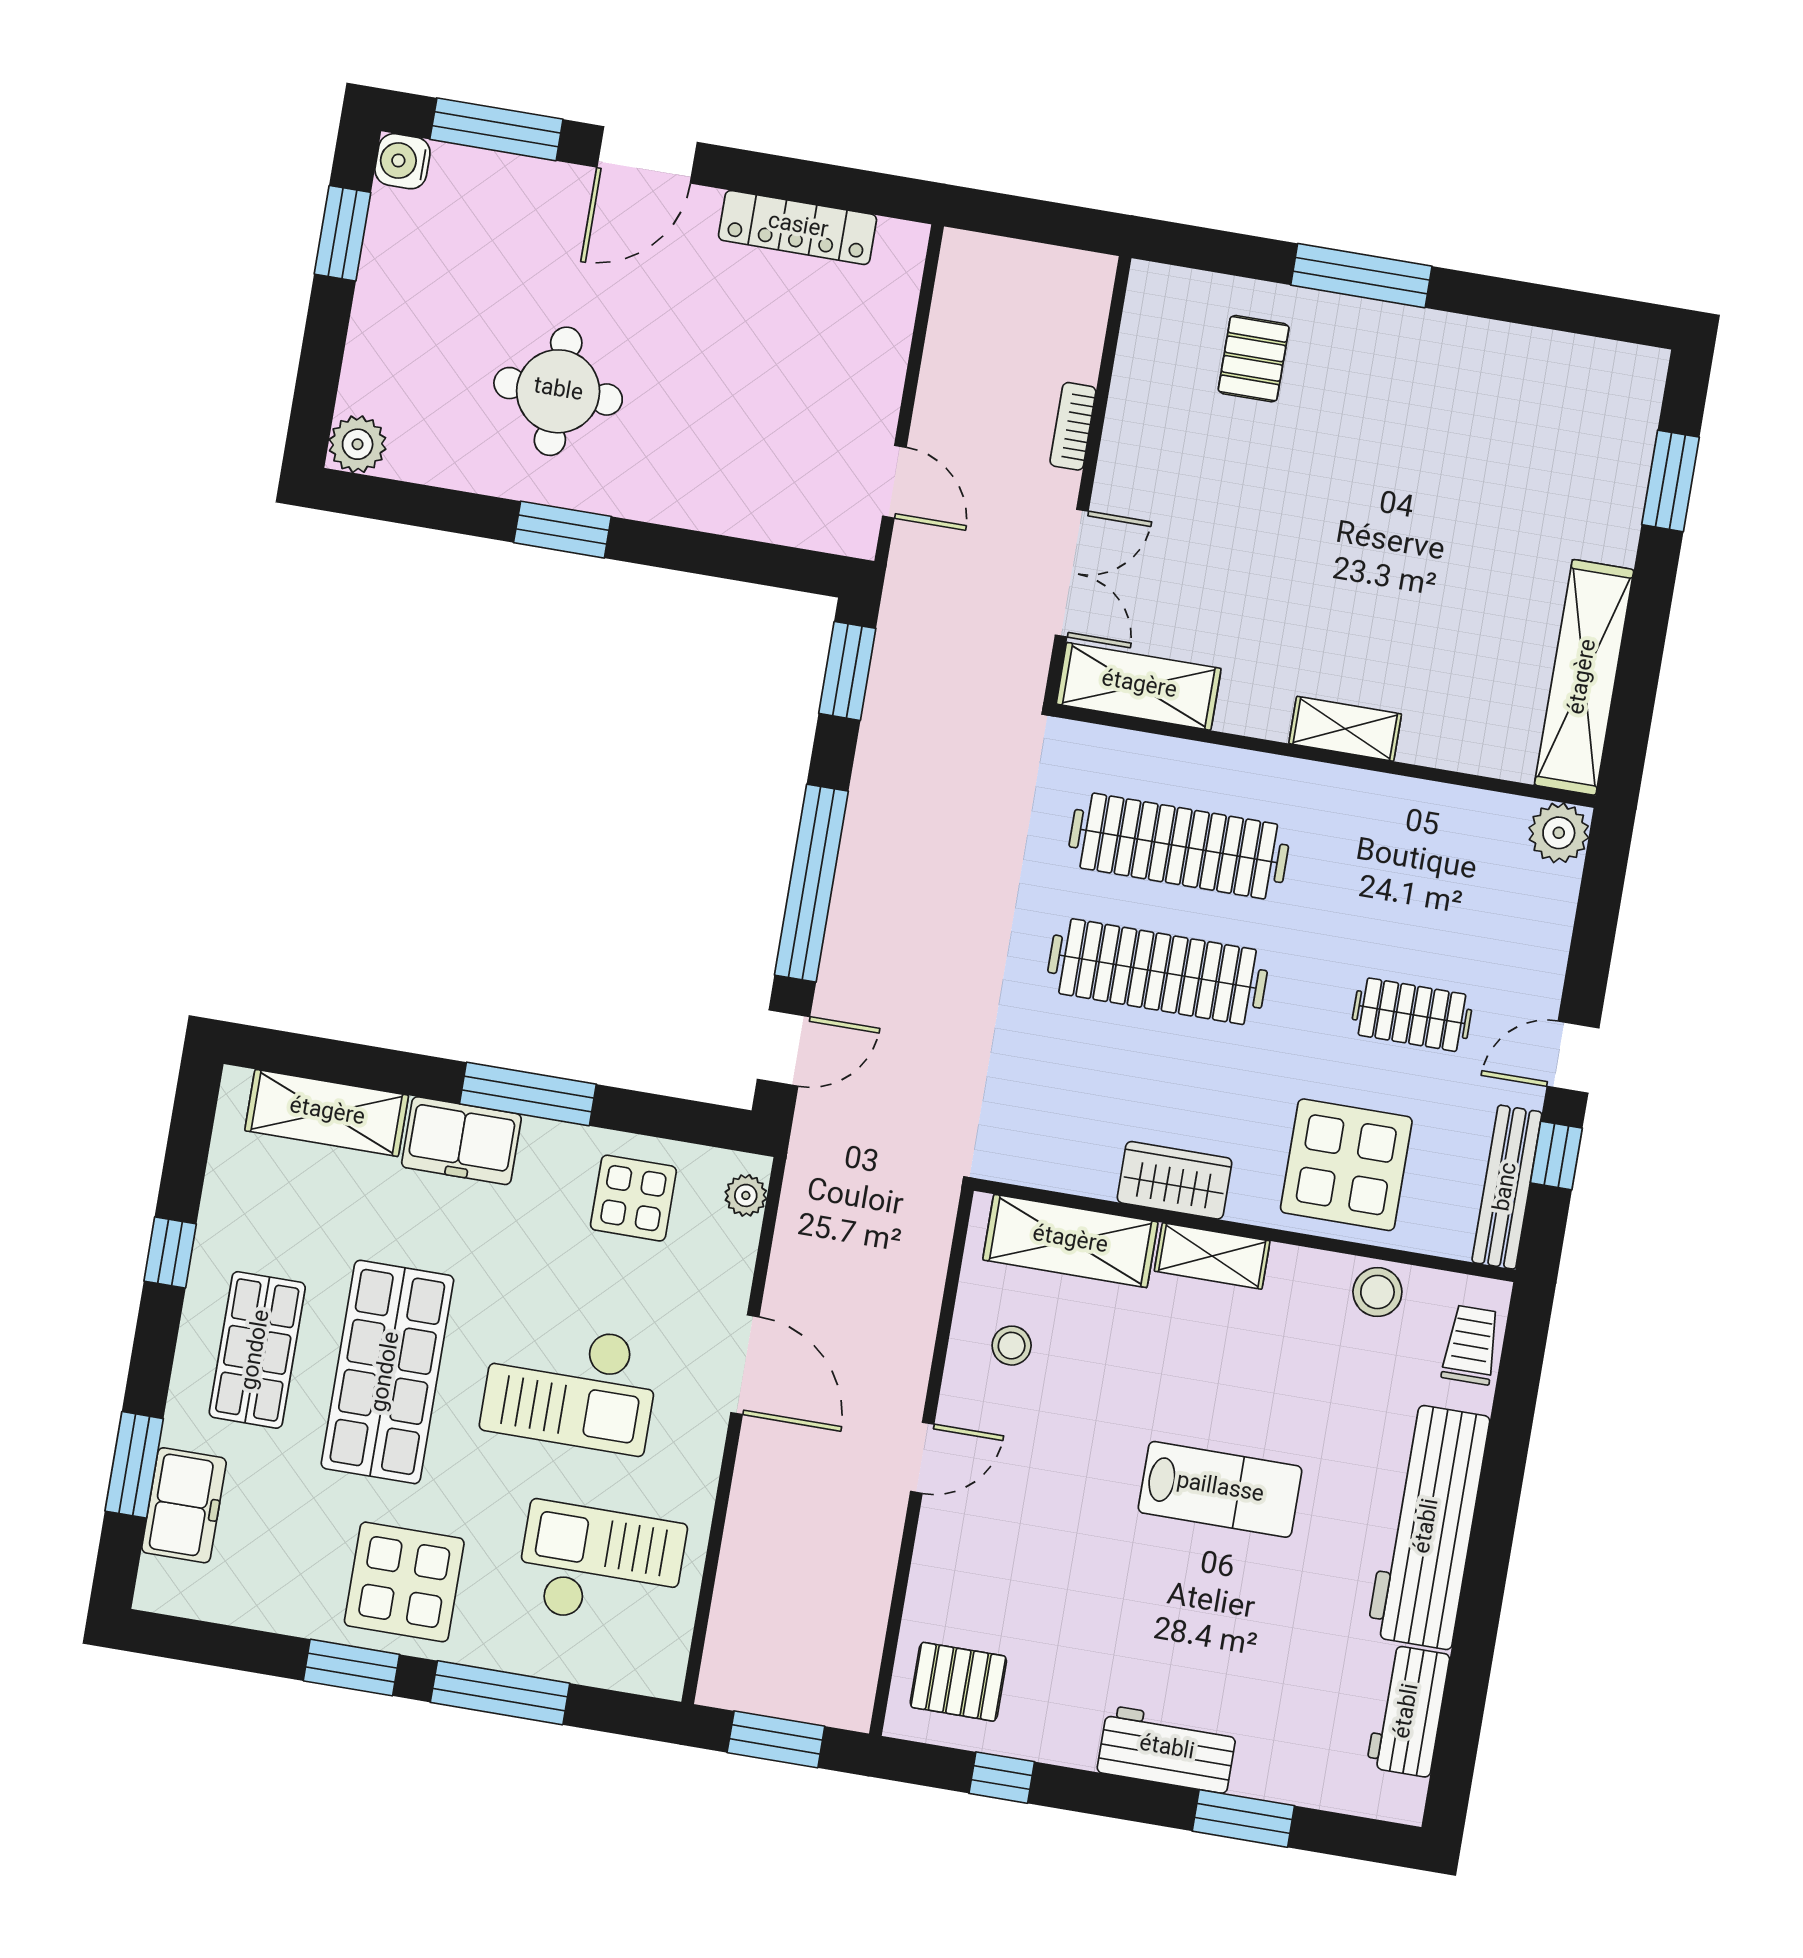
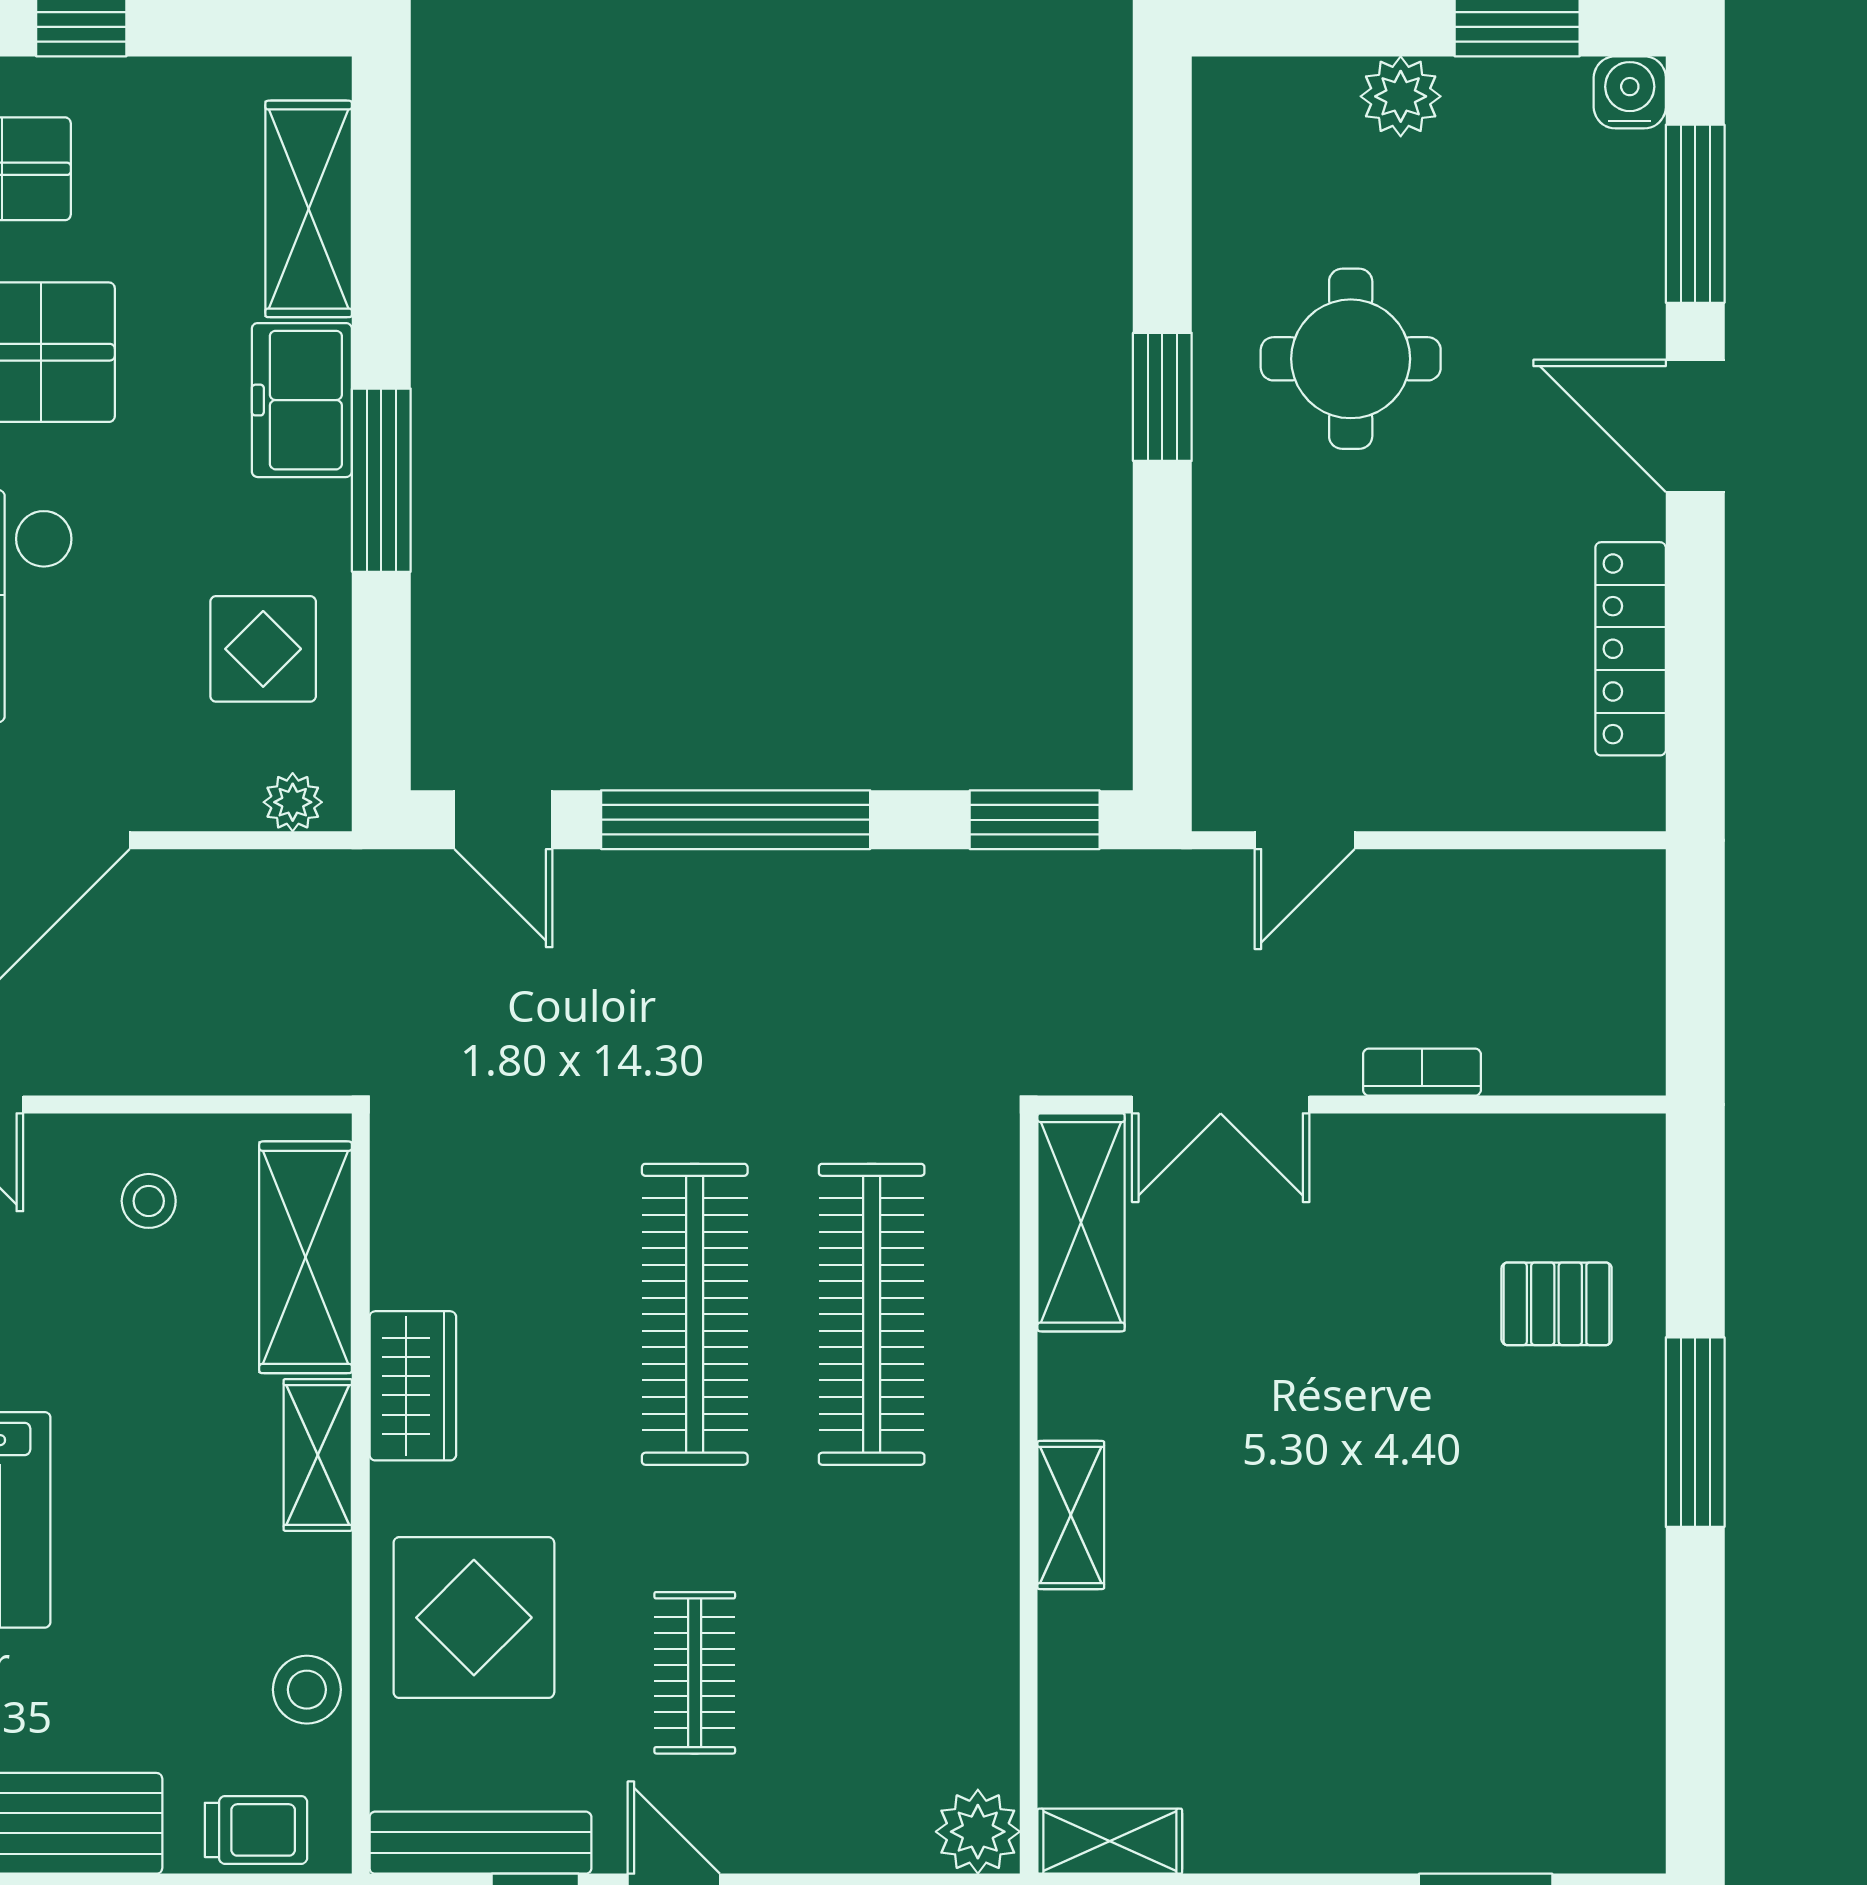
plant: (358, 444) -> (1401, 96), moved
shelving: (1584, 677) -> (1110, 1841), width x0.45, depth x0.75

